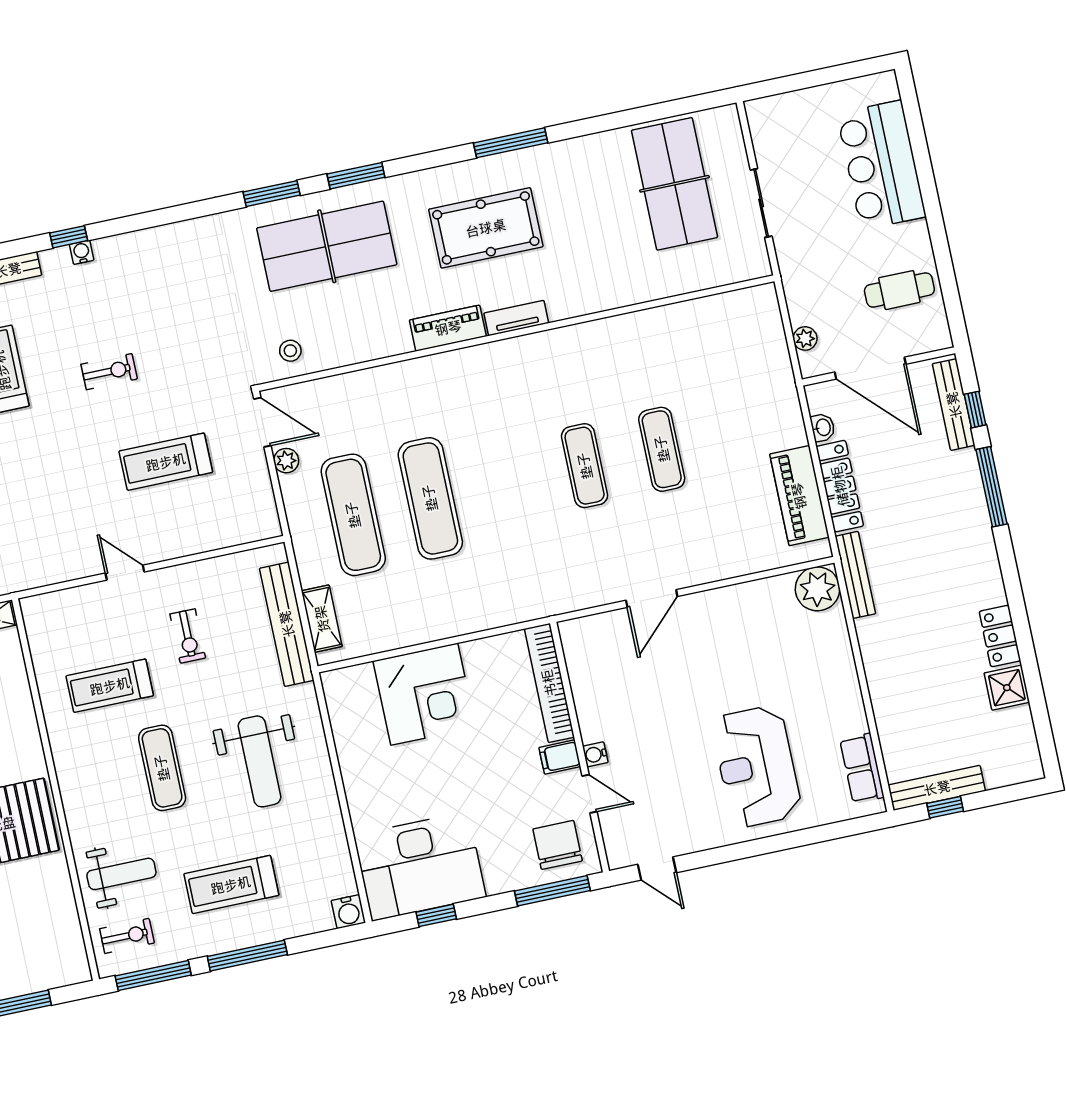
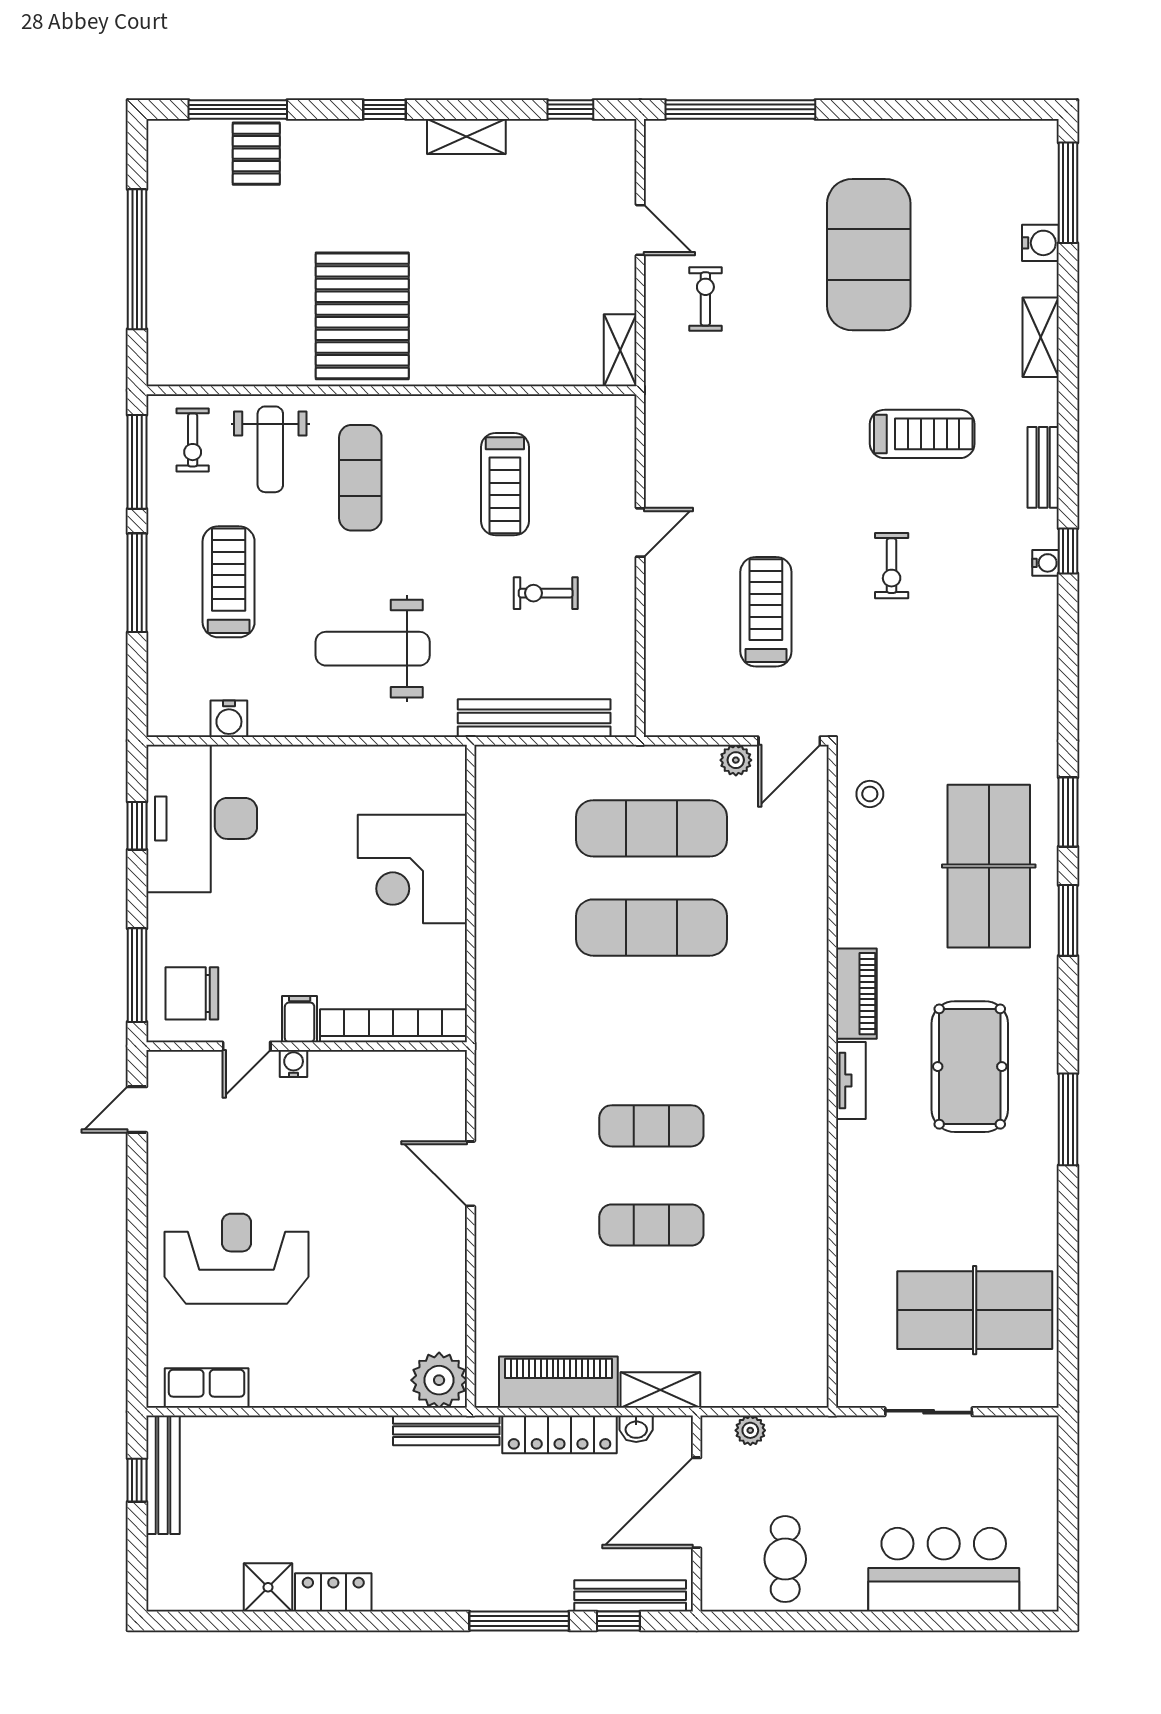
shelving: (322, 619) -> (660, 1390), moved
treadmill: (110, 686) -> (505, 484), turned 180
exercise mat: (162, 768) -> (360, 478), moved, turned 90
chair: (558, 845) -> (192, 993), turned 180
water cooler: (348, 912) -> (229, 719), moved, turned -90

